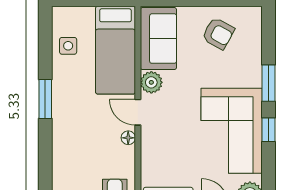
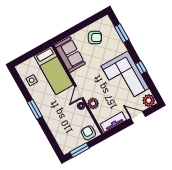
plant: (151, 82) -> (93, 104), moved
window: (268, 83) -> (122, 33), moved
door: (138, 112) -> (79, 92), hinge flipped

